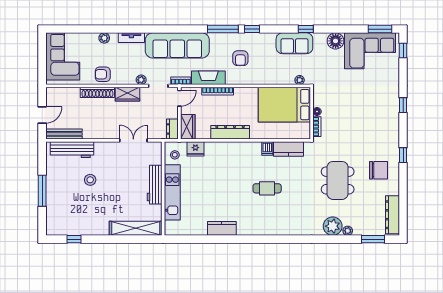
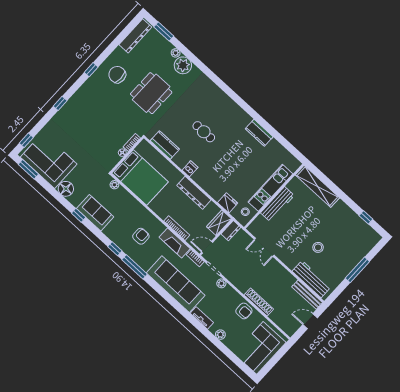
wardrobe: (128, 94) -> (240, 282), removed
dishwasher: (267, 149) -> (190, 169), moved

